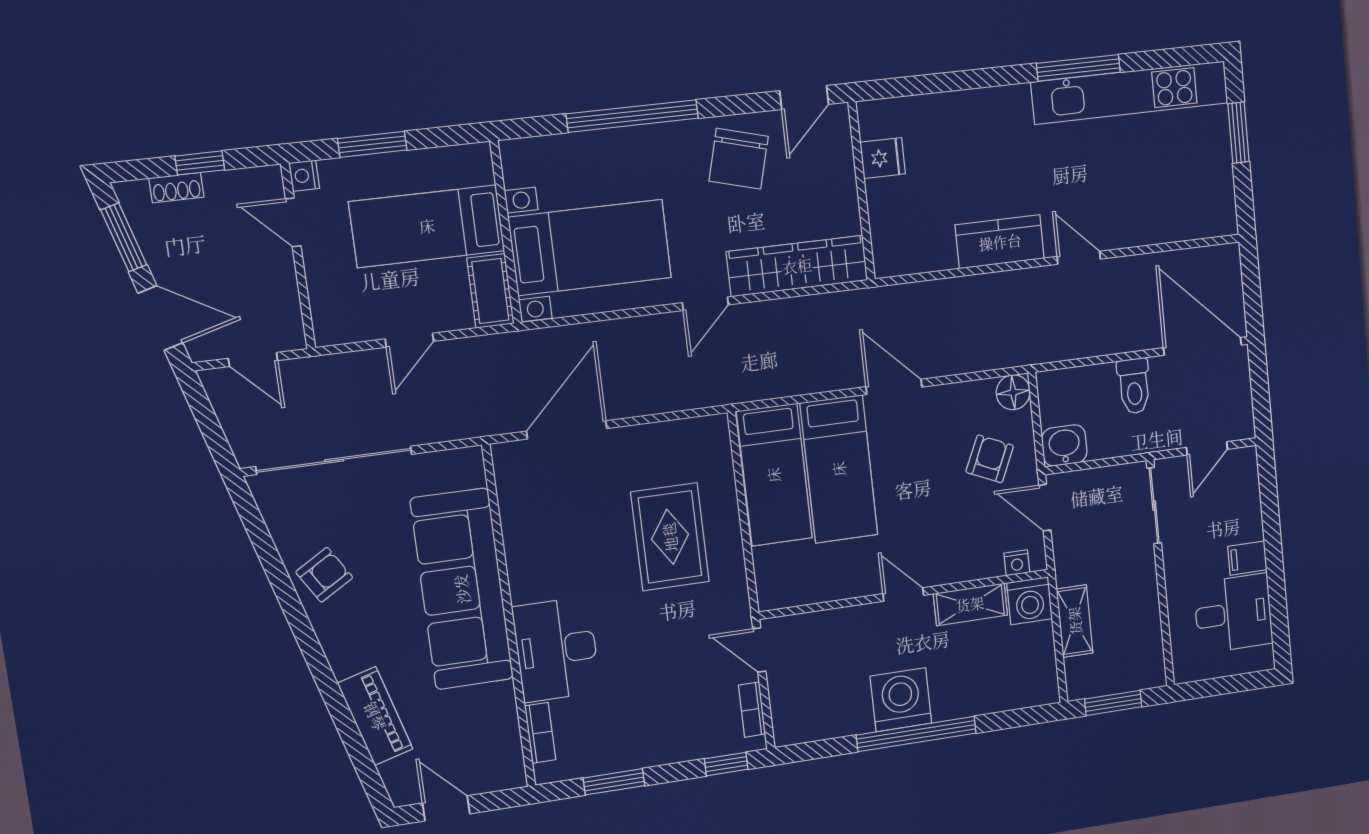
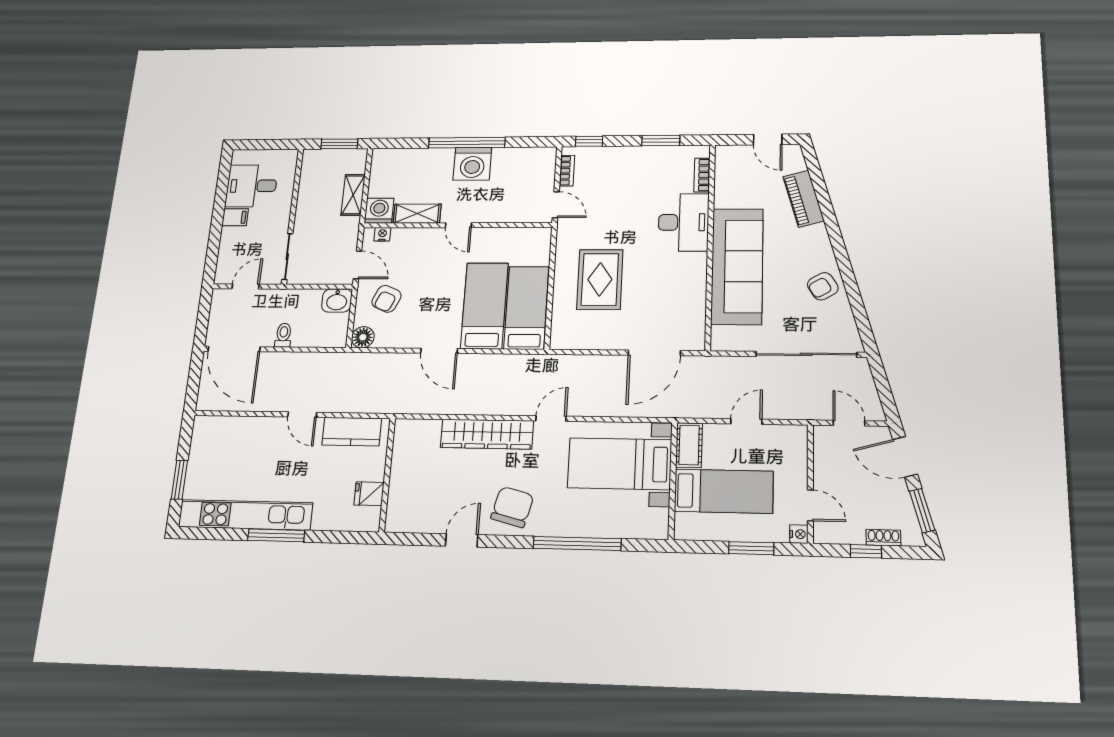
fridge: (883, 158) -> (369, 494), moved
wall: (862, 191) -> (387, 475), moved
toilet: (1134, 386) -> (283, 335), width x0.73, depth x0.72

